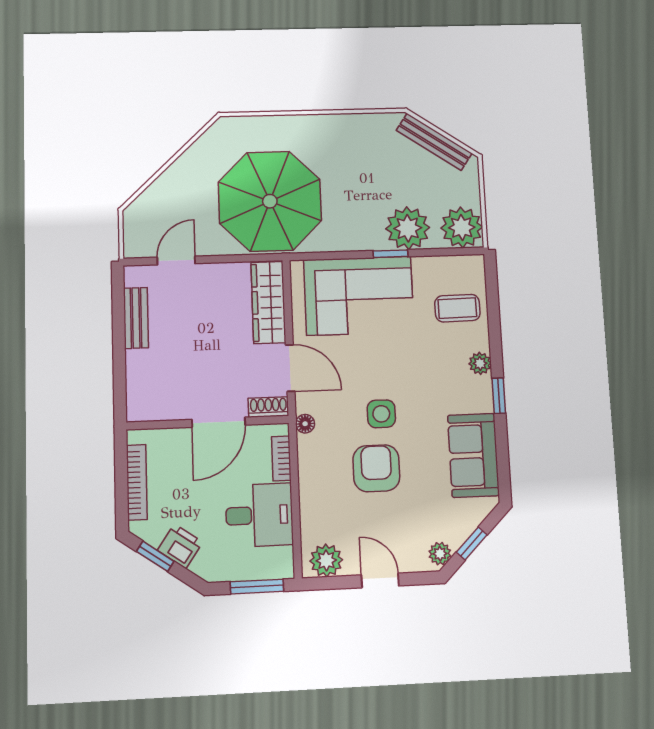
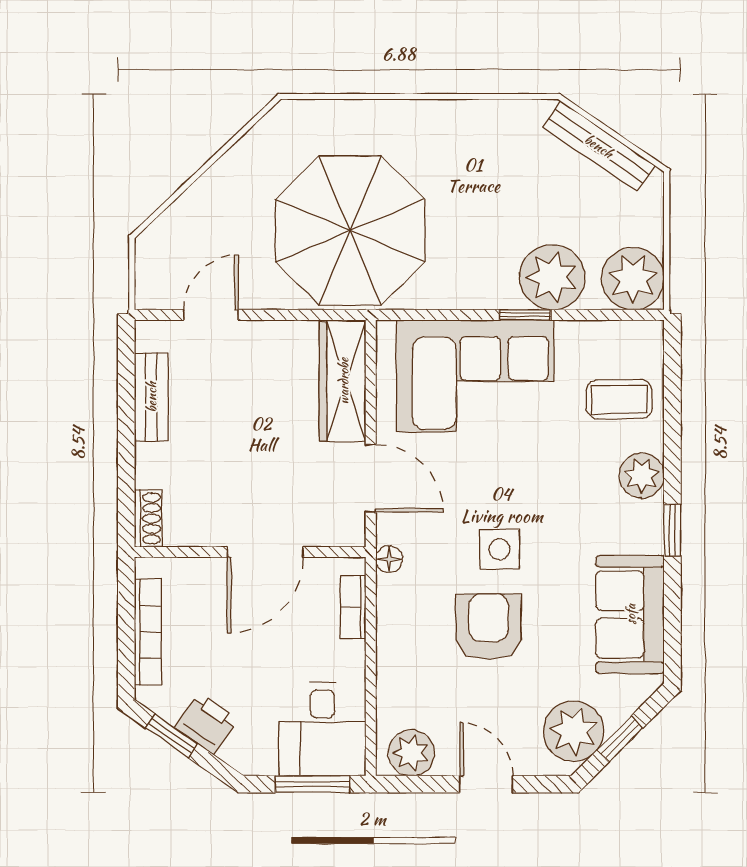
plant: (480, 363) -> (642, 476), width x1.38, depth x1.38
shoe rack: (268, 407) -> (148, 519), moved, turned 90
desk: (259, 515) -> (322, 729), moved, turned 90
plant: (440, 554) -> (574, 731), width x1.87, depth x1.87

